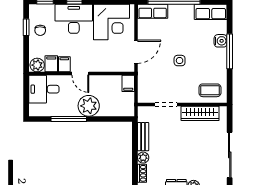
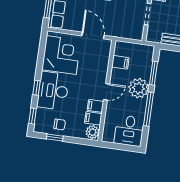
filing cabinet: (128, 83) -> (120, 62), moved
desk: (44, 89) -> (129, 131), moved
window: (106, 119) -> (154, 73), added

